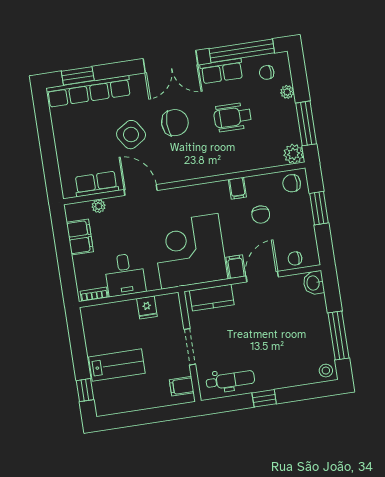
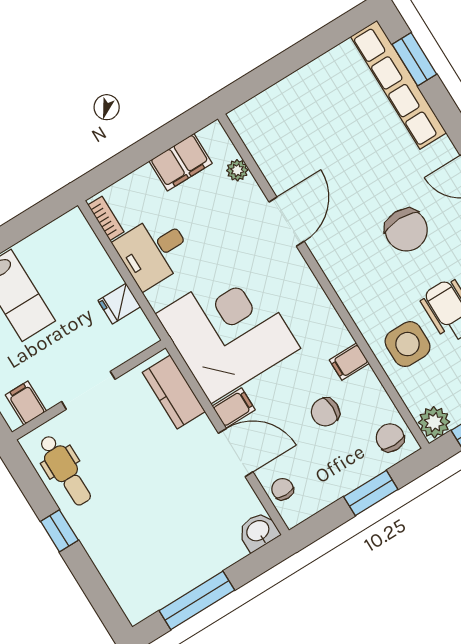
side table: (131, 135) -> (408, 344), moved, turned 33
row of seats: (96, 184) -> (268, 153), removed
stool: (326, 371) -> (138, 604), removed

